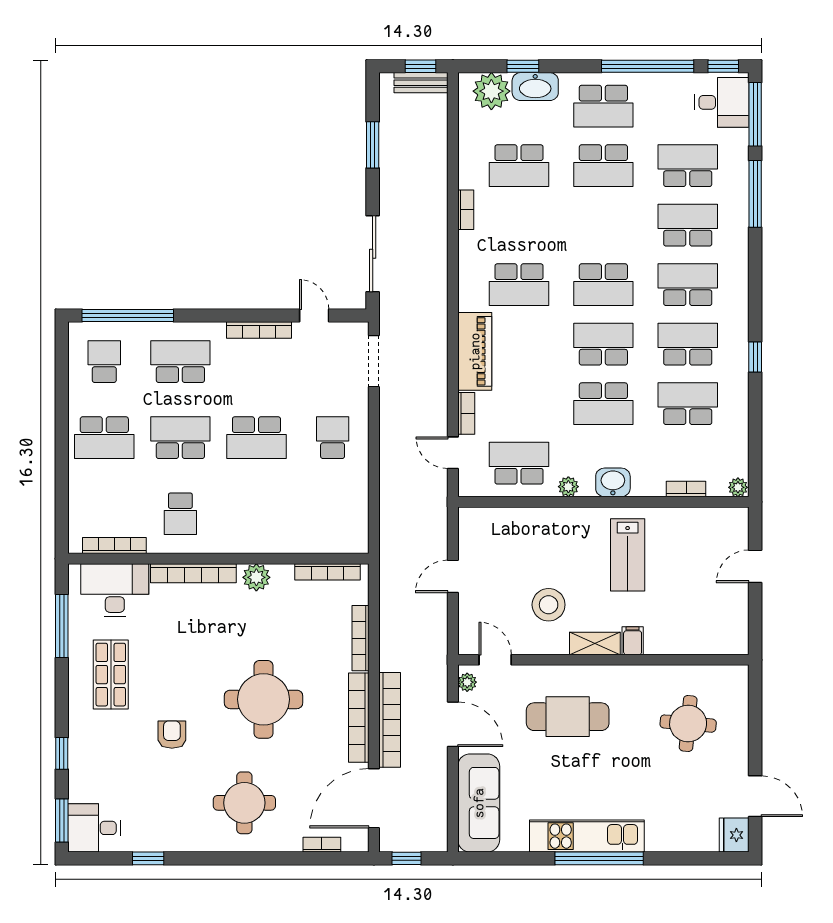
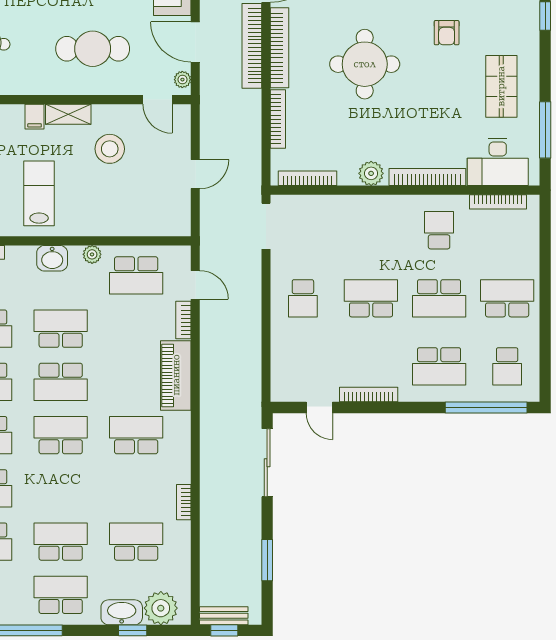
doorway: (374, 361) -> (266, 226), moved

